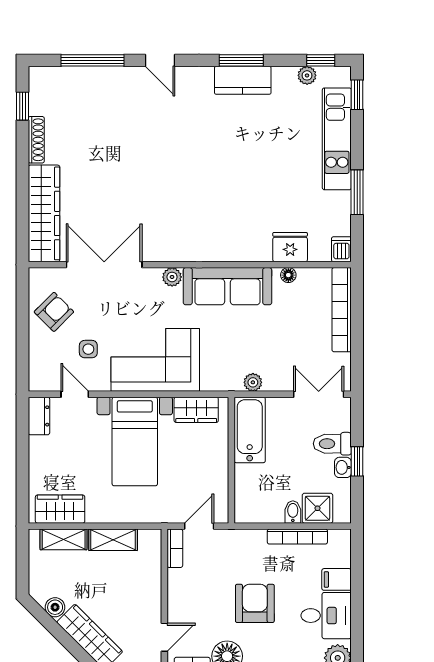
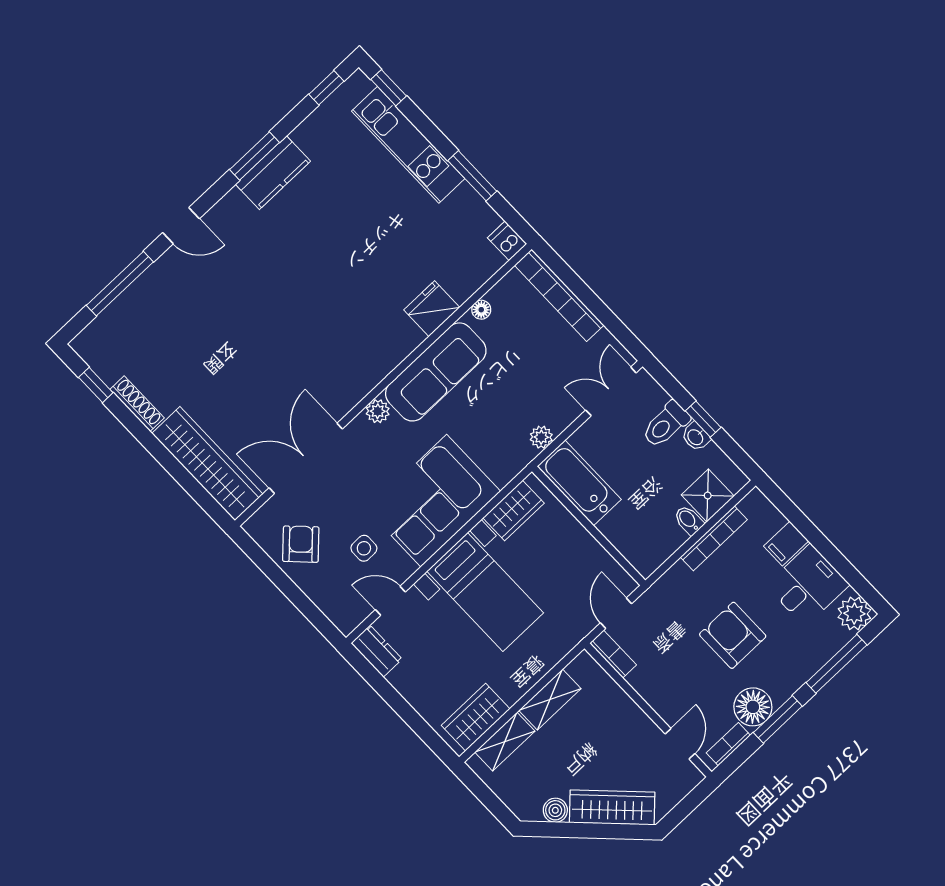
plant: (307, 75) -> (327, 113), removed
fridge: (290, 247) -> (432, 309), moved

